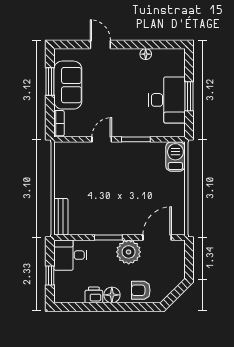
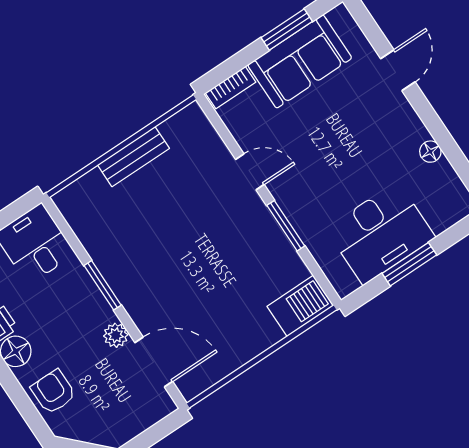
bench: (61, 217) -> (133, 157), moved
plant: (129, 252) -> (116, 335), width x0.53, depth x0.53

